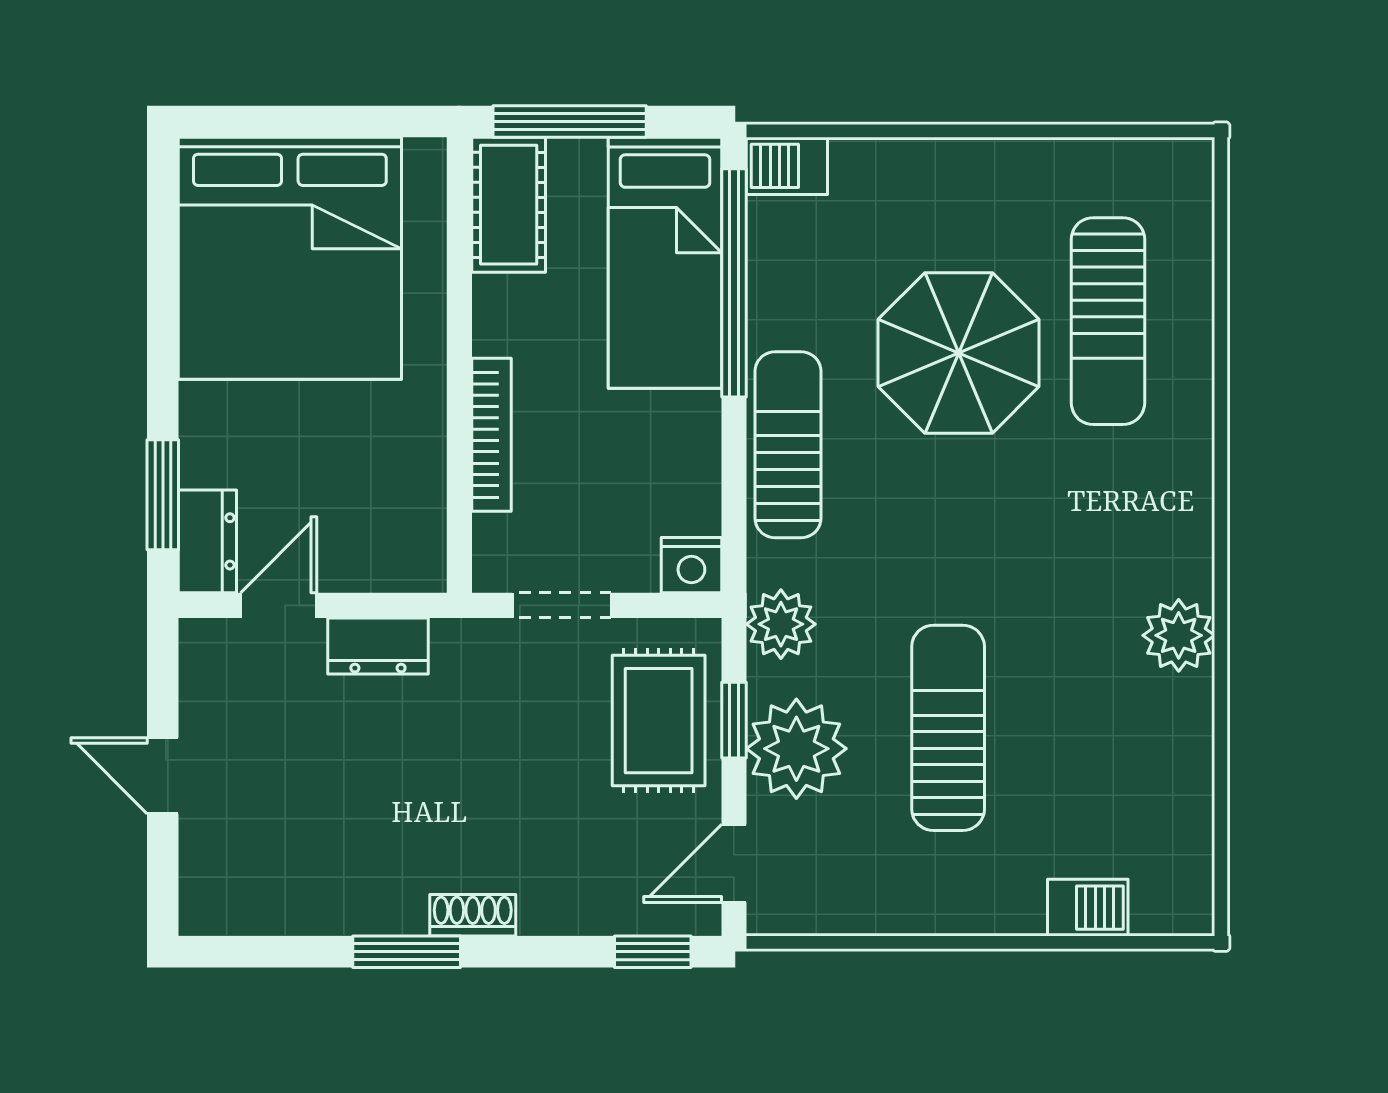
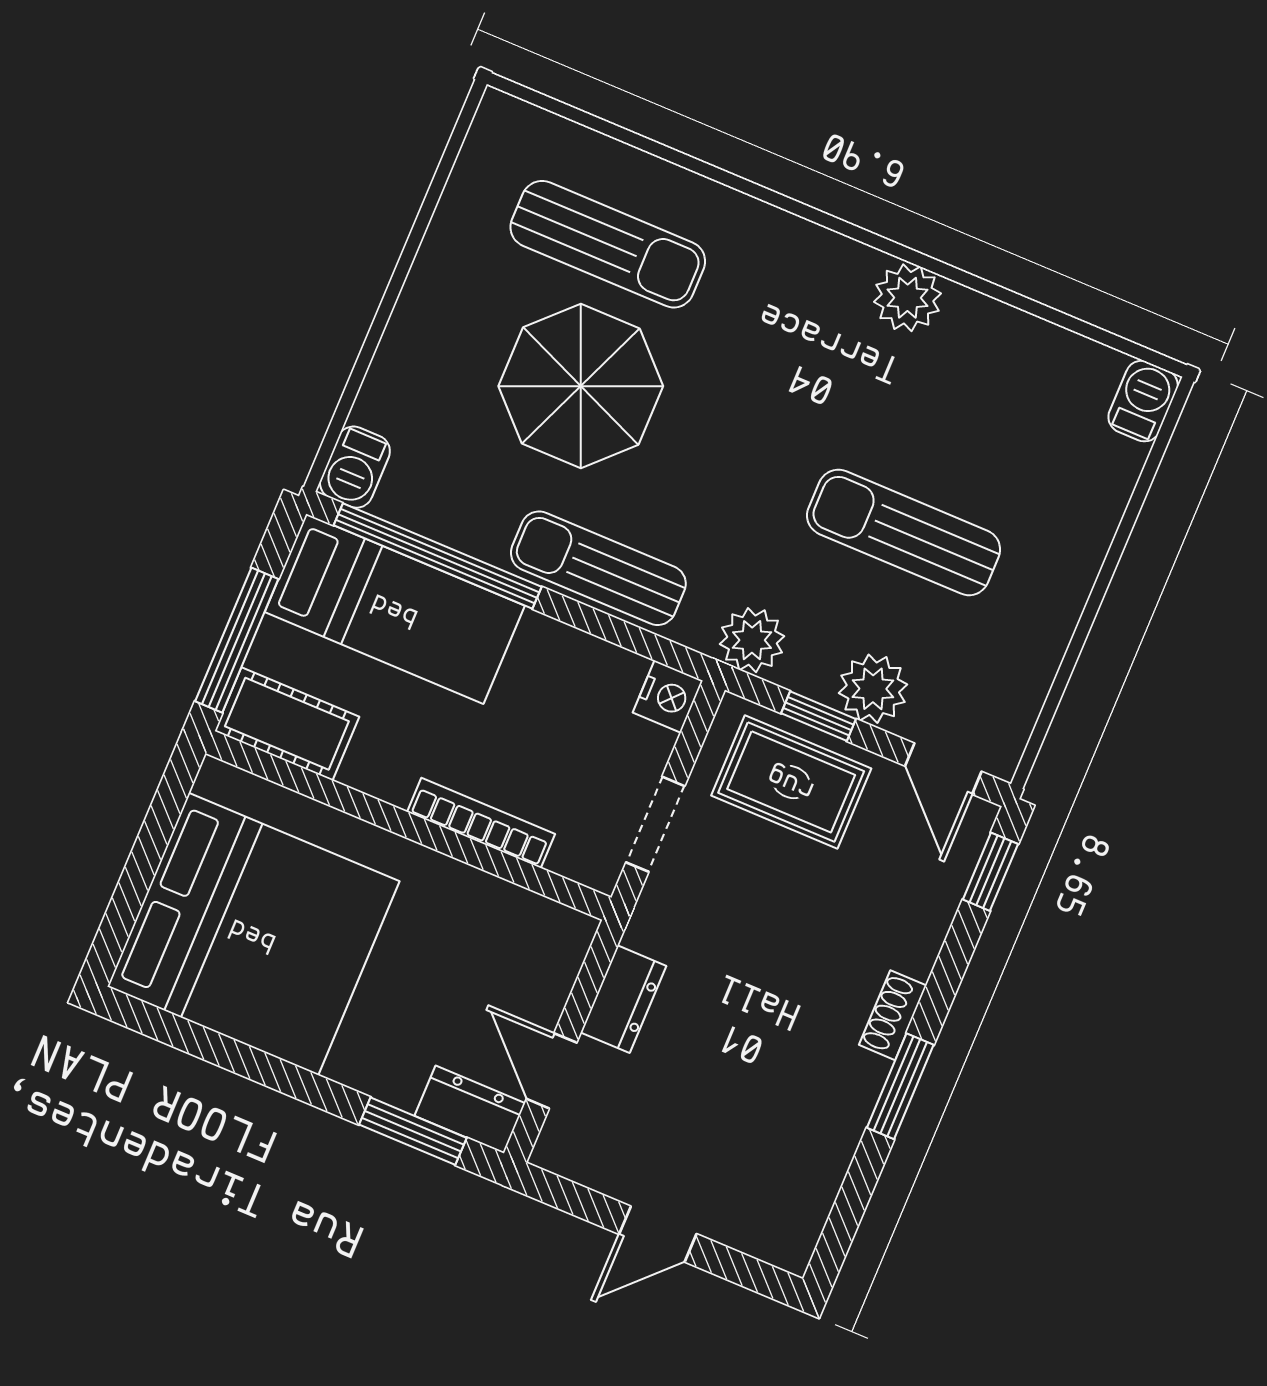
plant: (796, 749) -> (873, 689), width x0.73, depth x0.73
barbecue: (1088, 908) -> (1143, 401), moved

